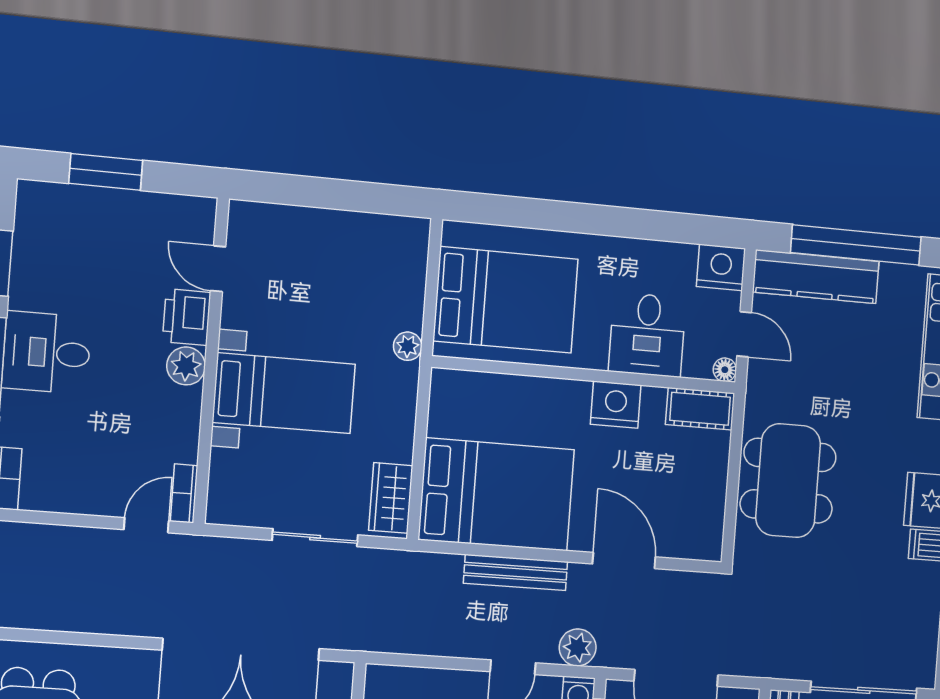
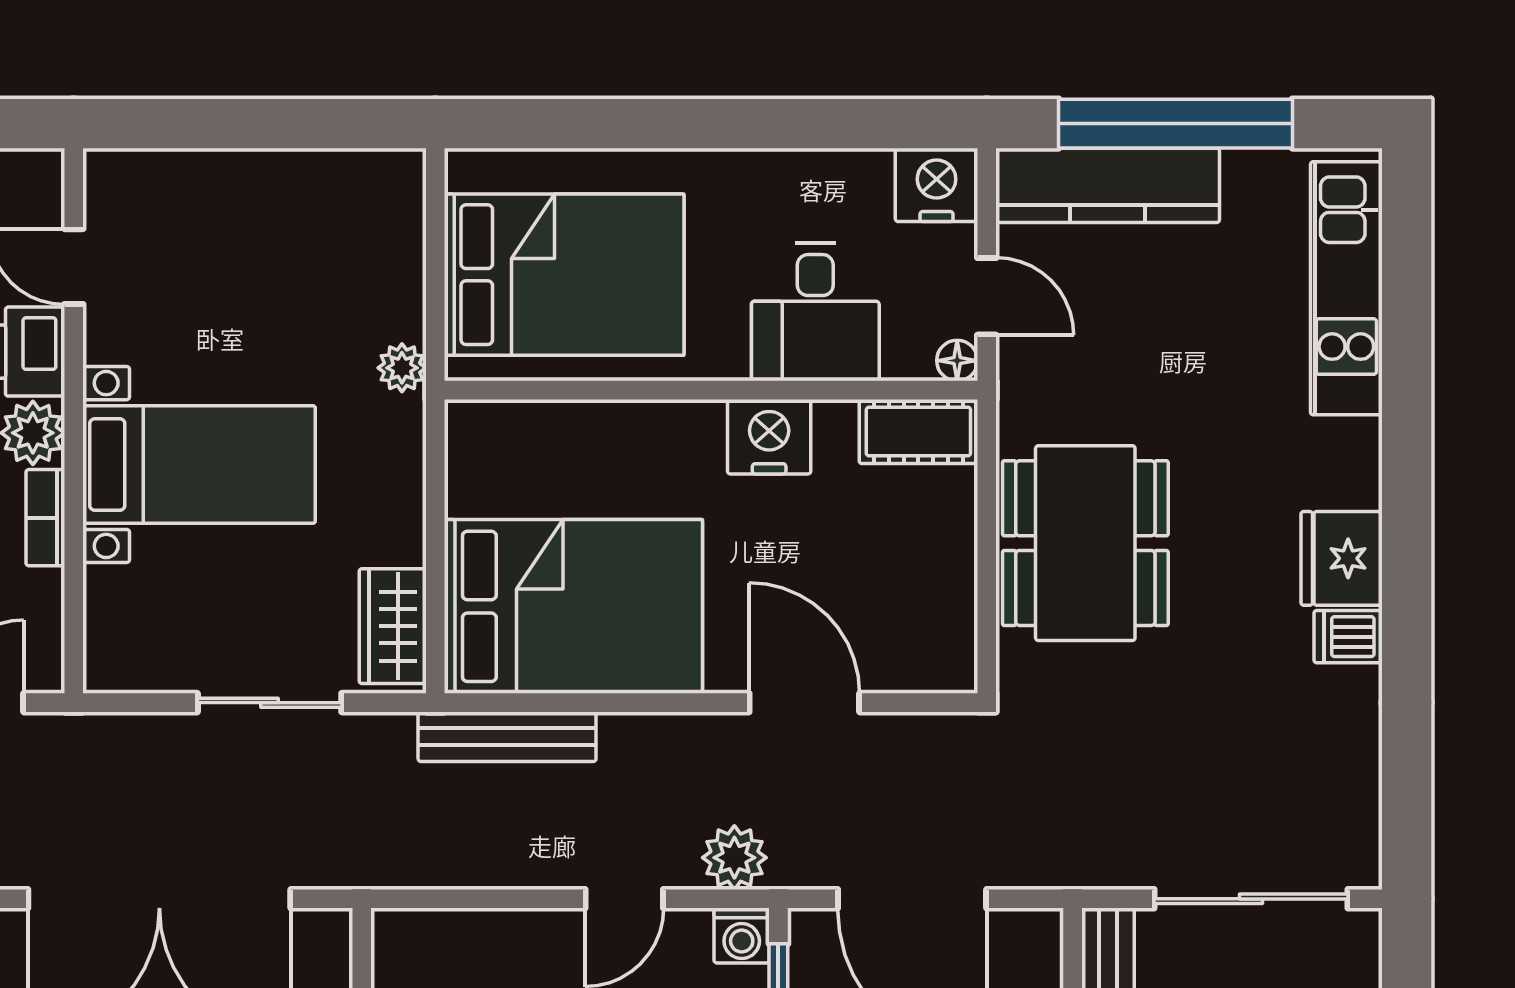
bookcase: (184, 493) -> (45, 518), moved
bench: (516, 572) -> (507, 737), moved

